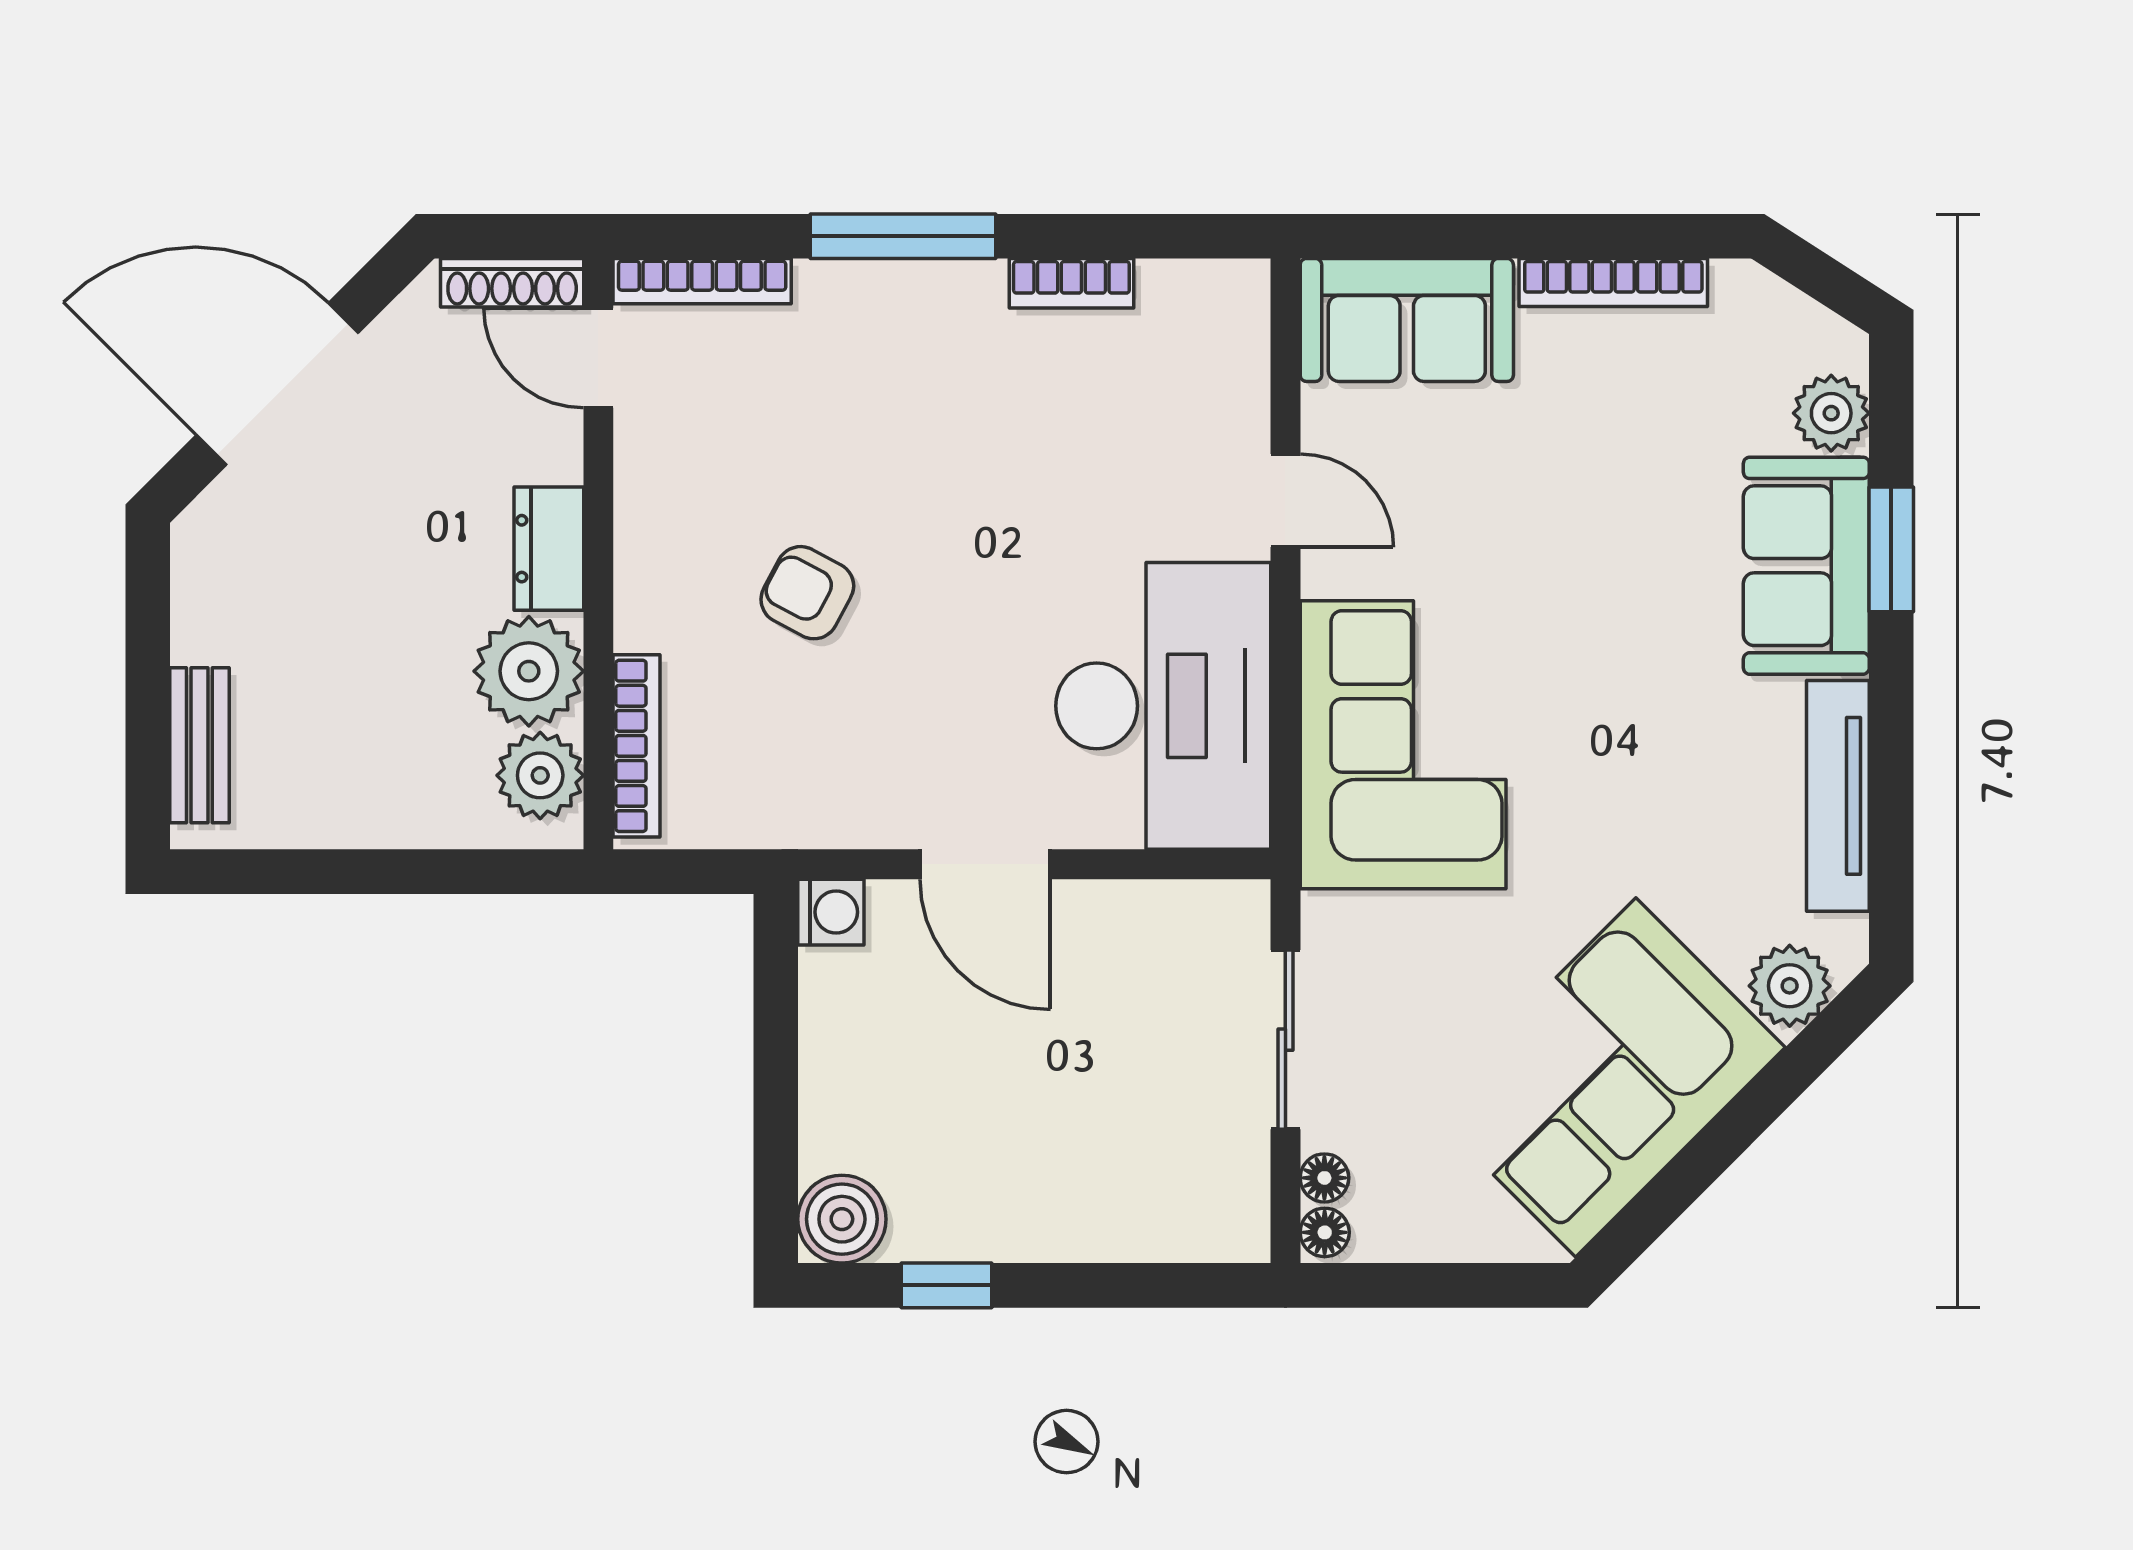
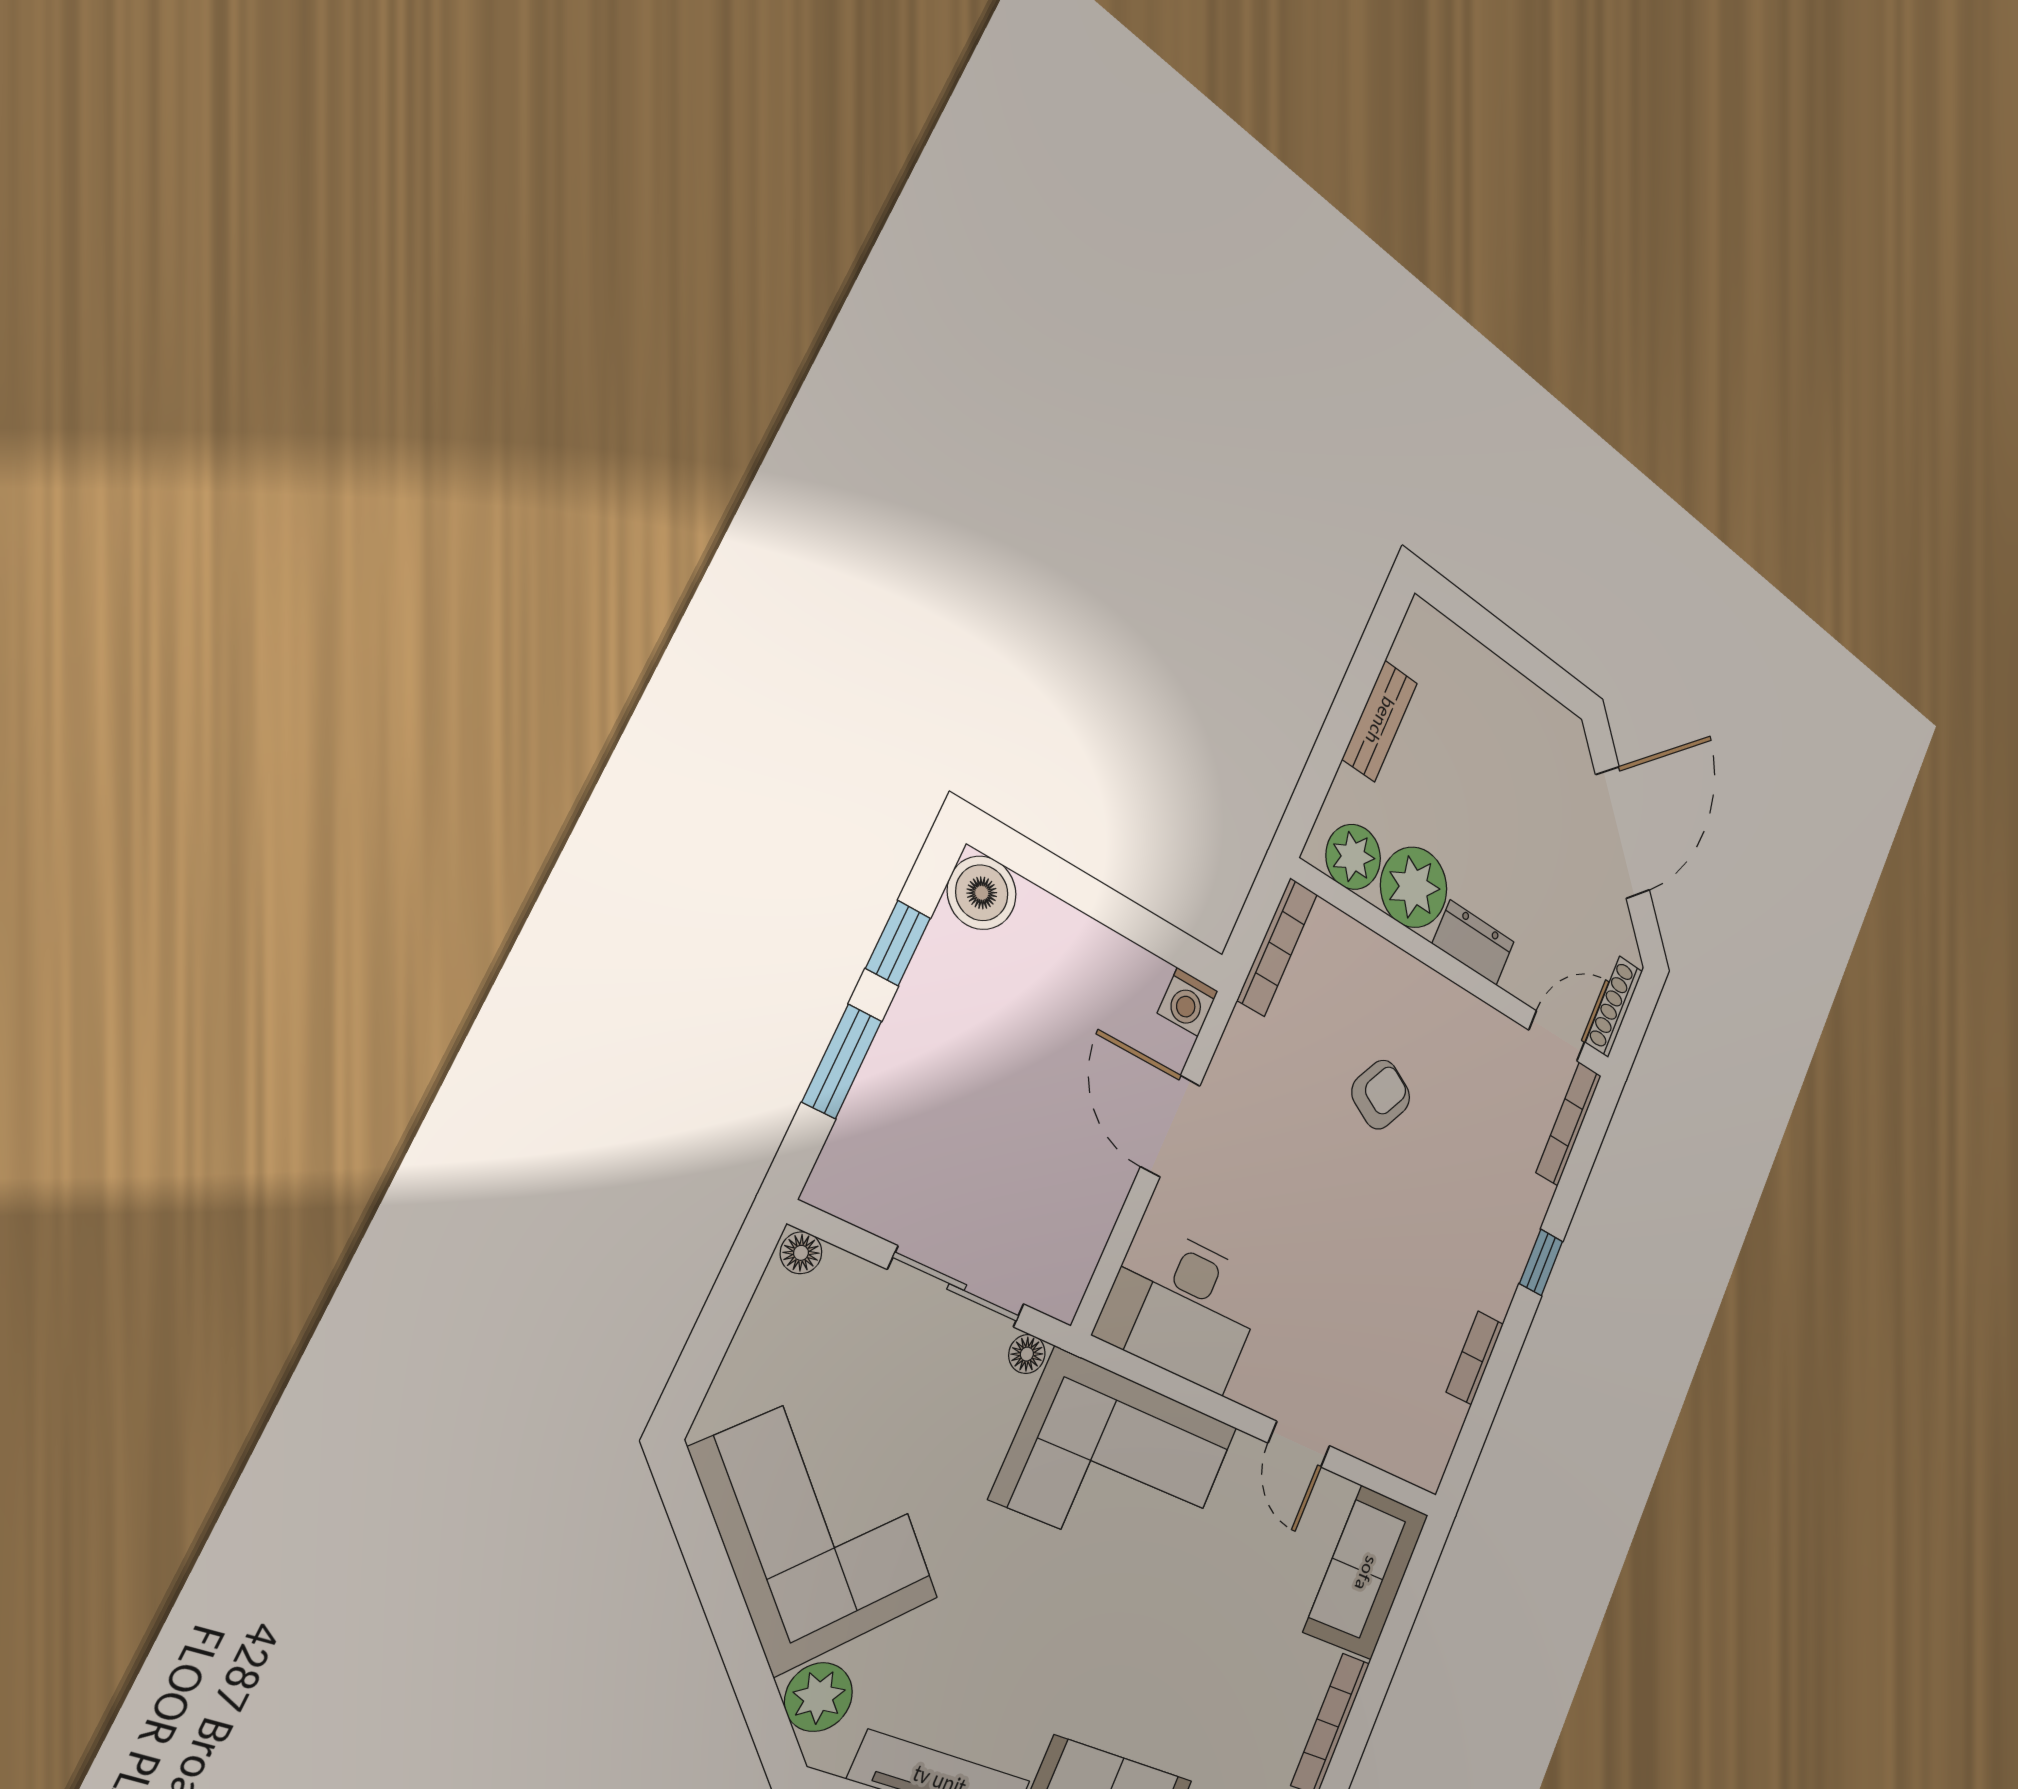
window: (903, 236) -> (1541, 1262), width x0.46
door: (1285, 500) -> (1299, 1444), hinge flipped
desk: (1163, 706) -> (1183, 1308), width x0.73, depth x0.77
bench: (199, 745) -> (1380, 721), moved, turned 90
bookcase: (637, 746) -> (1277, 947), moved, turned -90
door: (985, 864) -> (1170, 1126), hinge flipped
floor lamp: (1324, 1178) -> (1027, 1354), moved
window: (1103, 1285) -> (842, 1061), added

